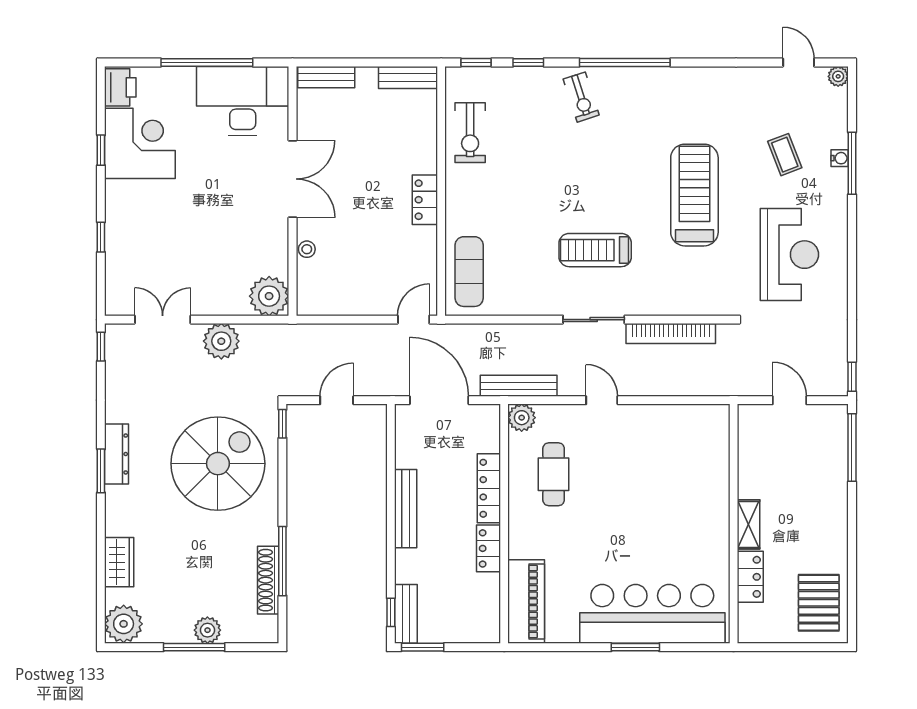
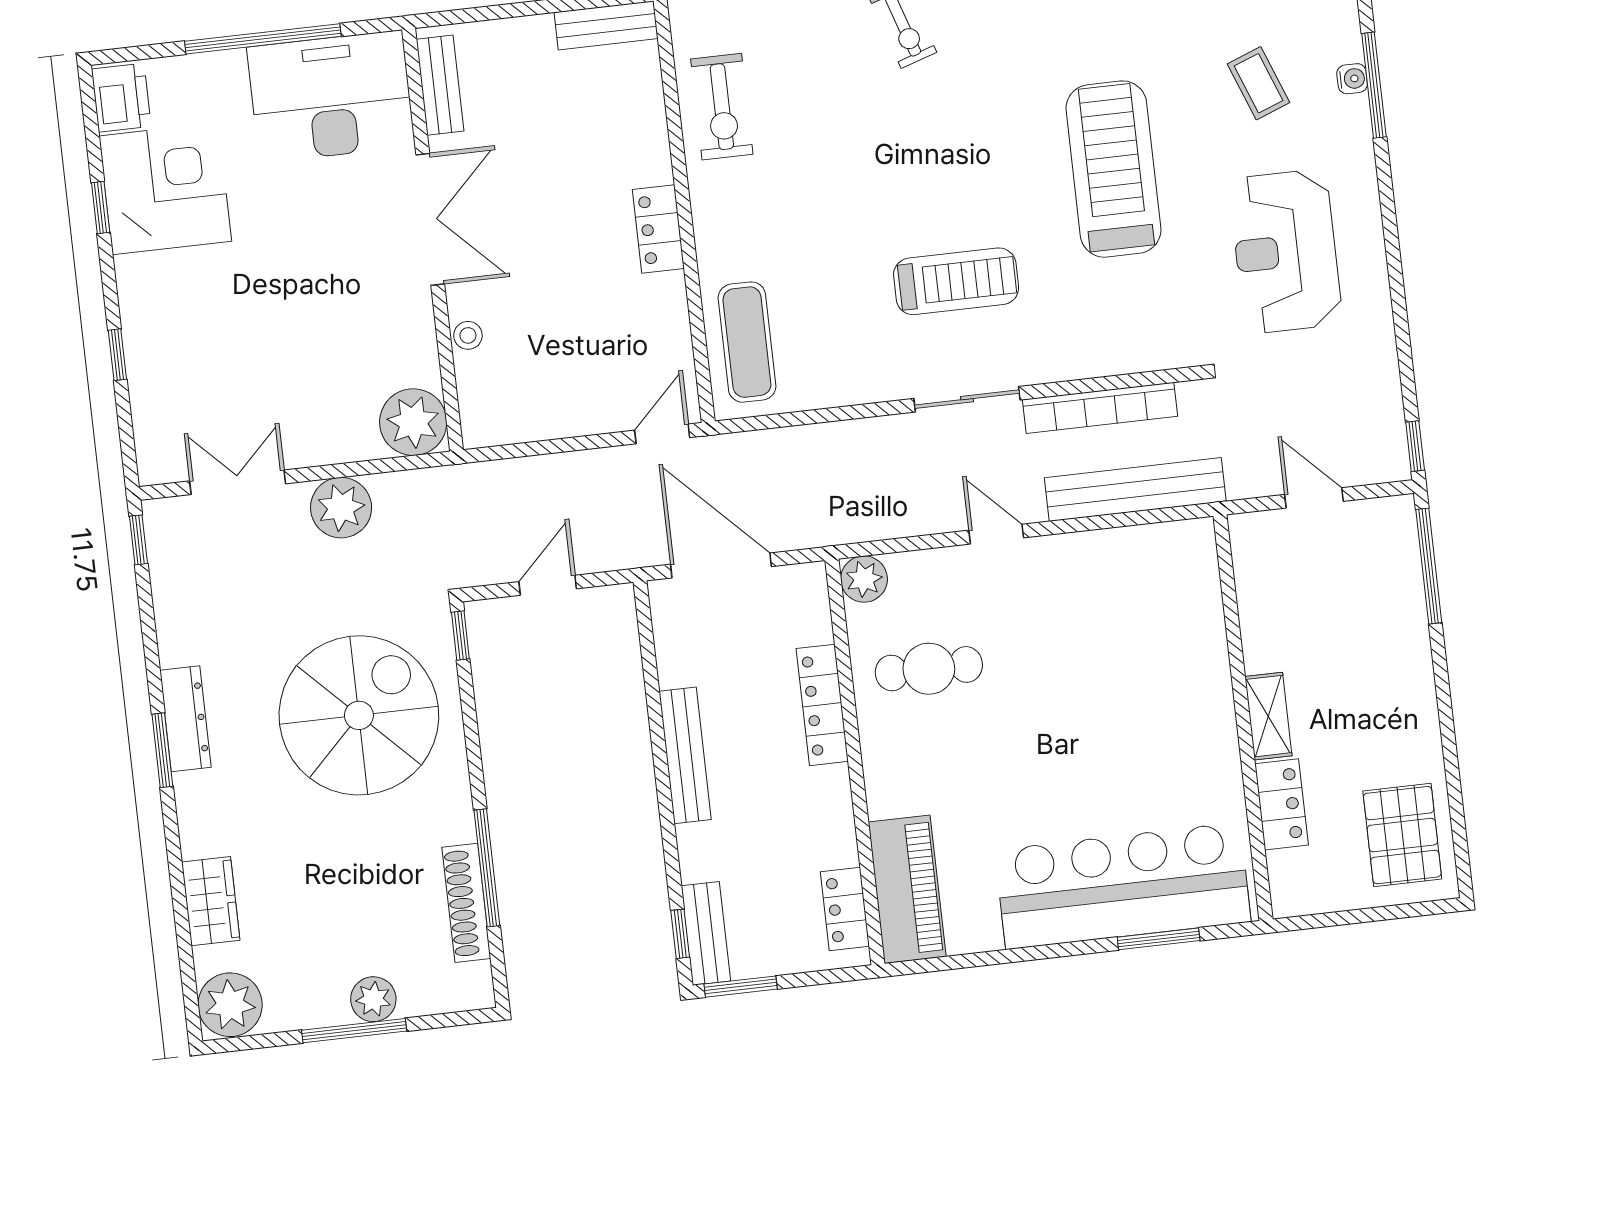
bench: (326, 77) -> (440, 85), moved, turned 90
treadmill: (595, 250) -> (956, 281), turned 180
reception desk: (789, 255) -> (1286, 251), turned 180
bench: (519, 386) -> (1135, 489), moved, width x1.37, depth x1.21
cafe table: (554, 474) -> (929, 669), turned 90
locker: (489, 548) -> (845, 909), moved
window: (635, 647) -> (1159, 939), moved

